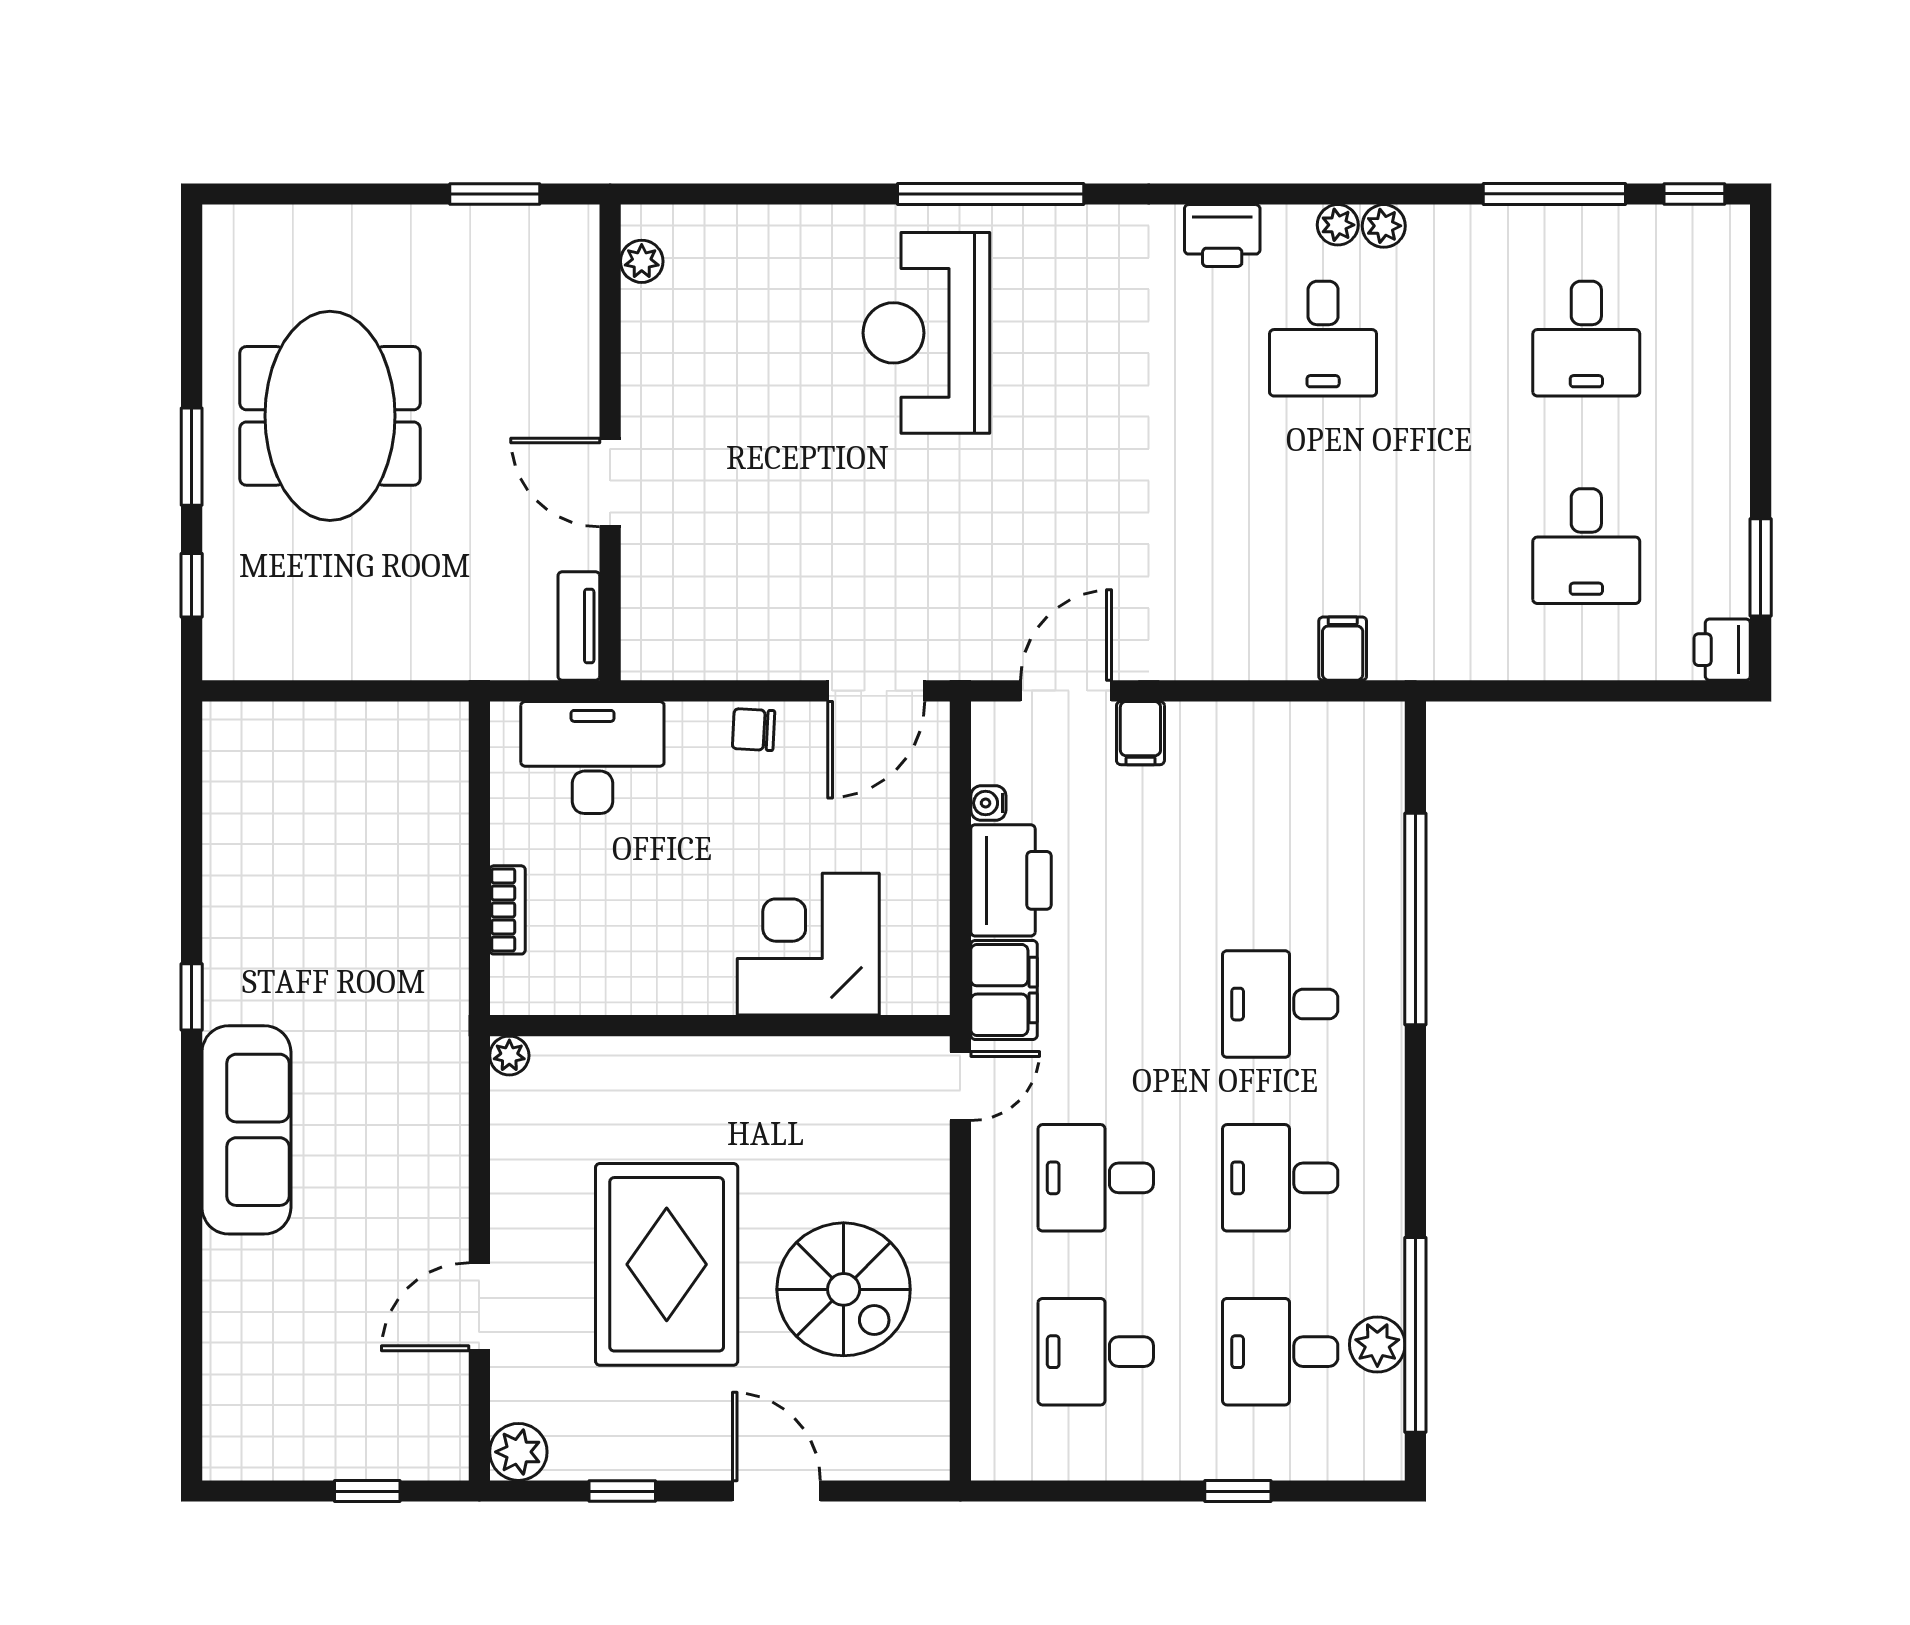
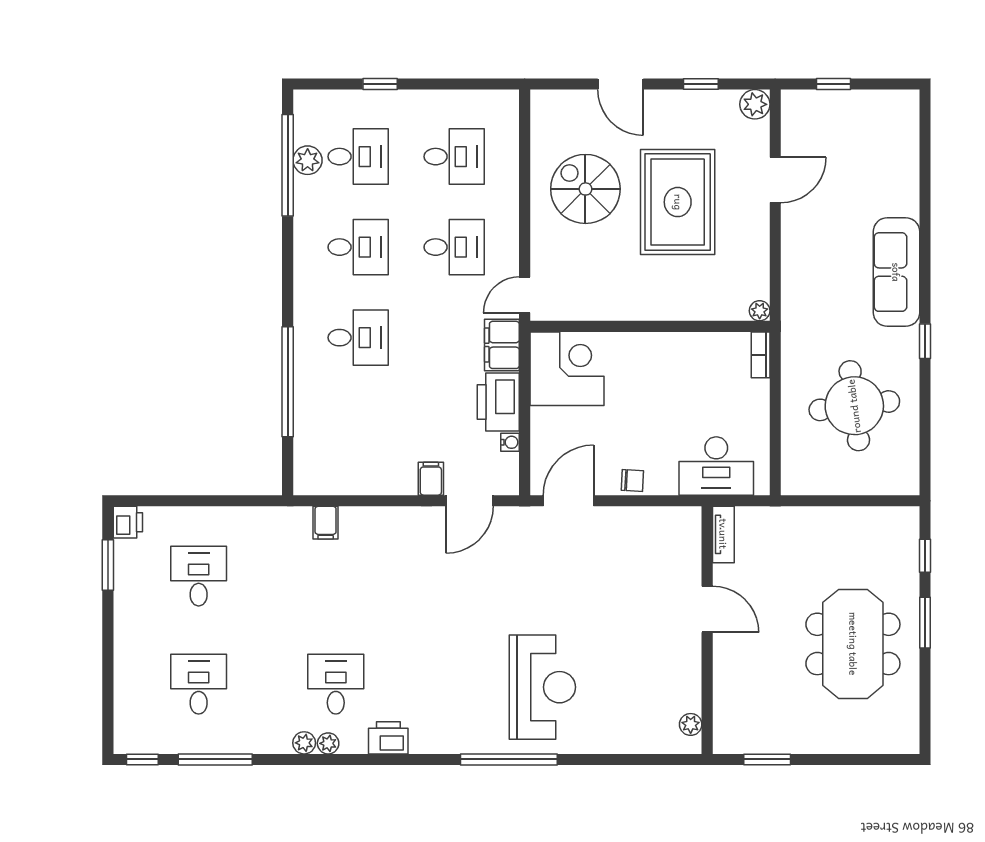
round table: (327, 873) -> (854, 406), added
bookcase: (507, 910) -> (761, 355), moved
corner desk: (808, 944) -> (567, 369), moved, turned -90

